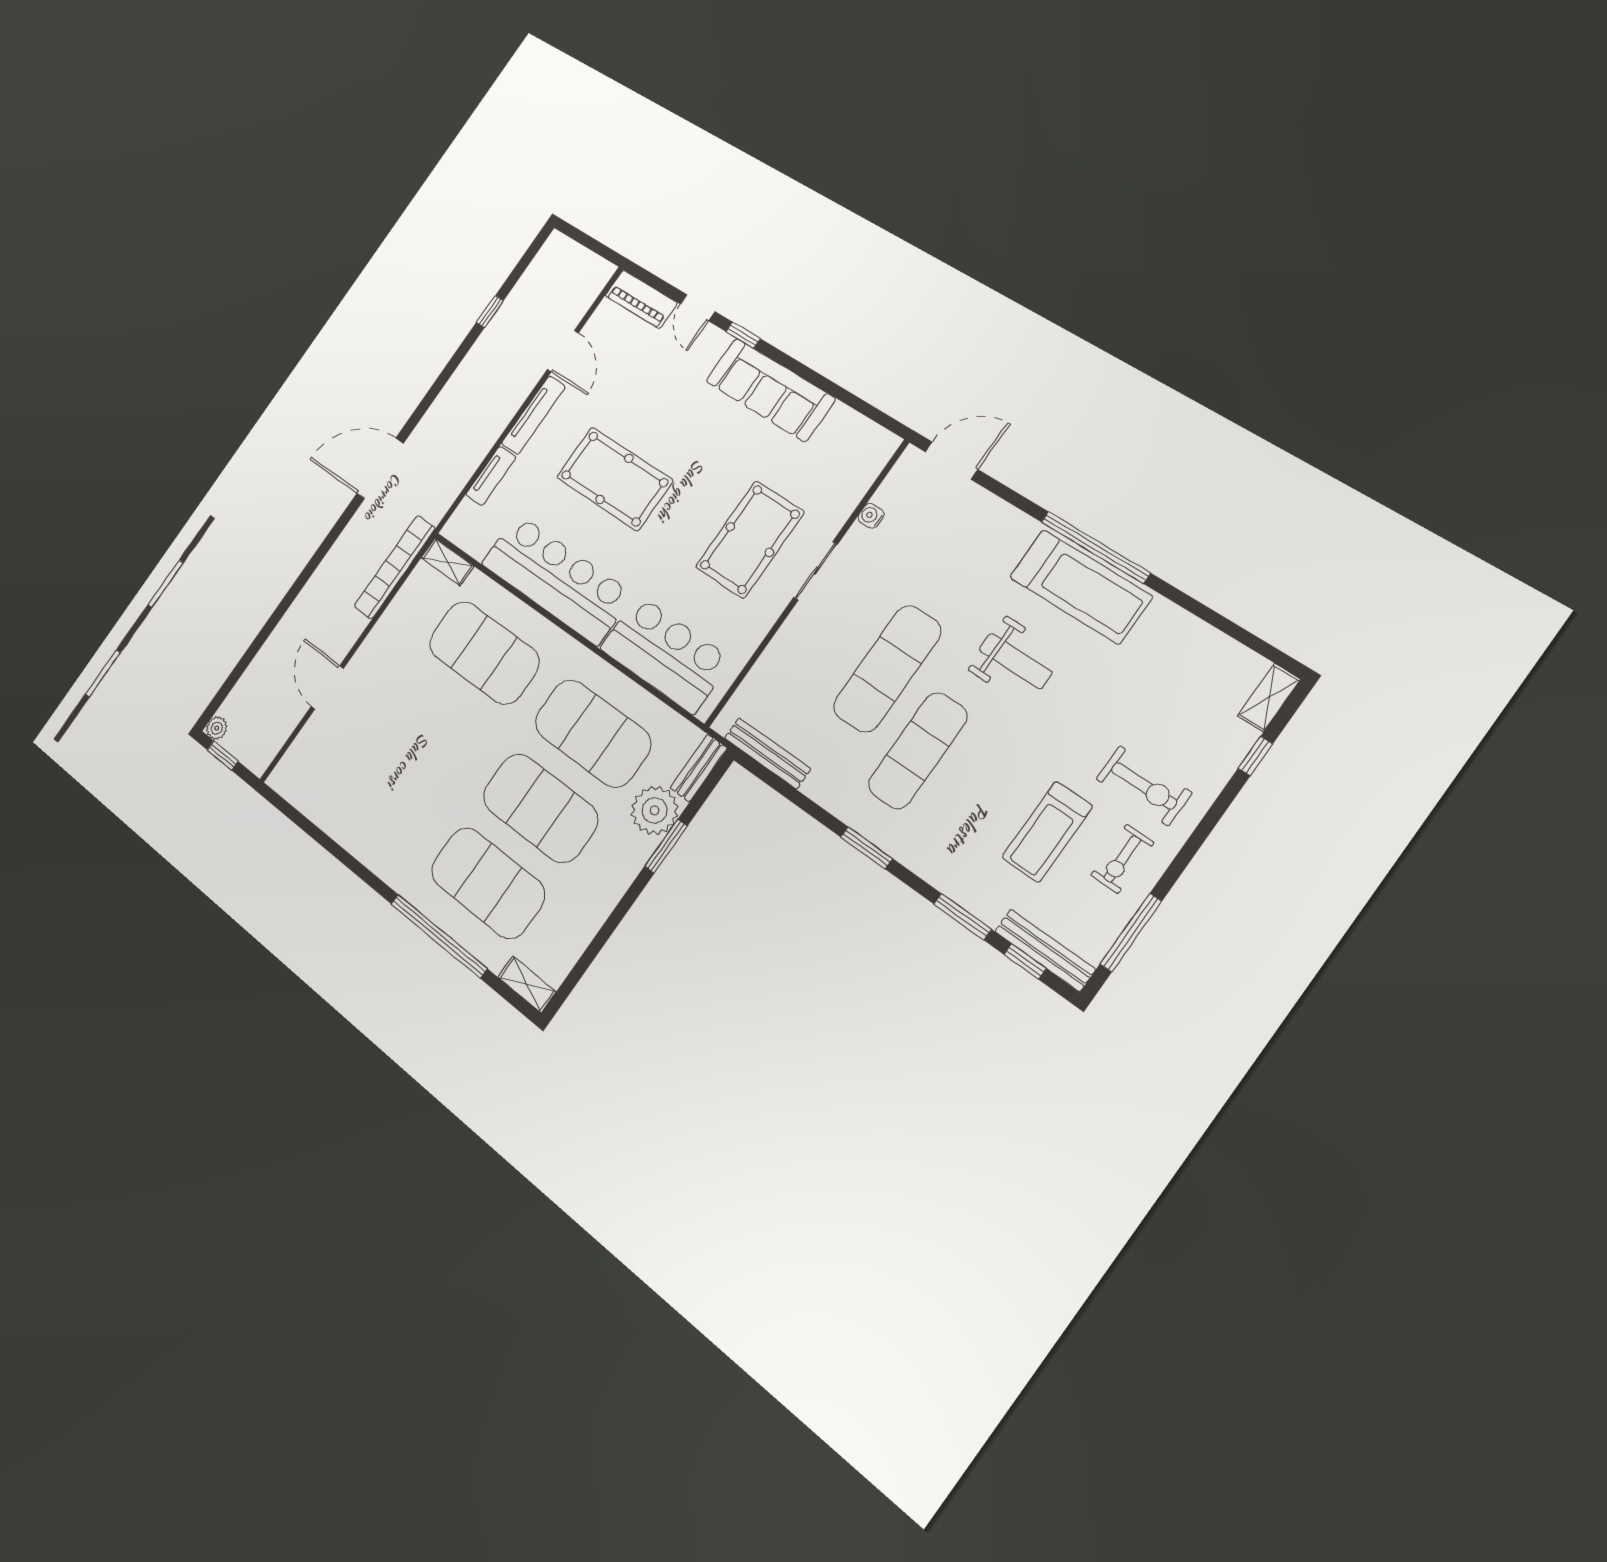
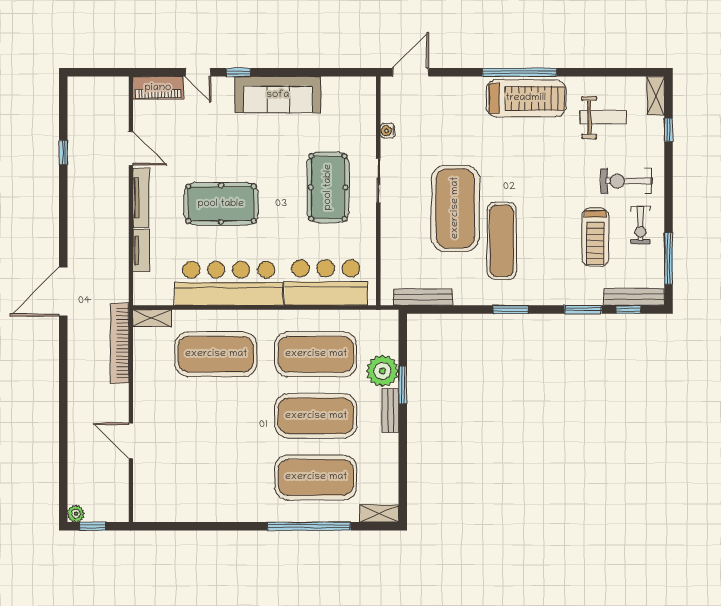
weight bench: (1015, 661) -> (603, 117), moved
exercise mat: (887, 669) -> (455, 208), width x1.47
bench: (699, 768) -> (390, 411), moved
exercise bike: (1144, 786) -> (626, 181), turned 180

